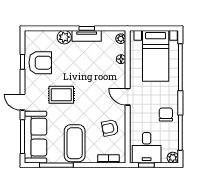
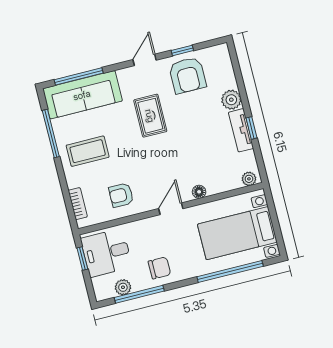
floor lamp: (121, 59) -> (199, 192), moved
door: (22, 102) -> (145, 60), moved
armchair: (110, 128) -> (121, 195), turned -79
coffee table: (75, 143) -> (88, 151), width x0.73, depth x0.76
plant: (173, 158) -> (123, 287), moved

